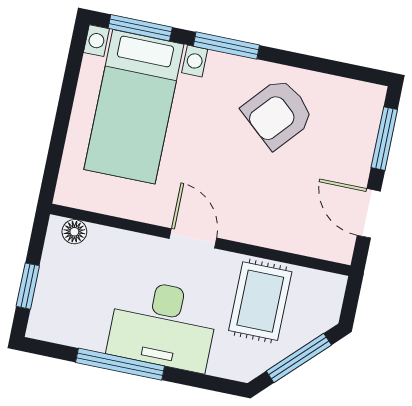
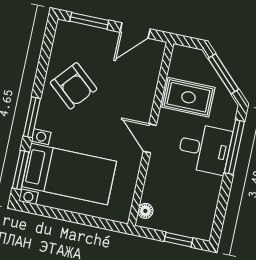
door: (193, 238) -> (150, 138), hinge flipped
desk: (163, 325) -> (205, 149), width x0.73
window: (120, 364) -> (234, 147), moved

